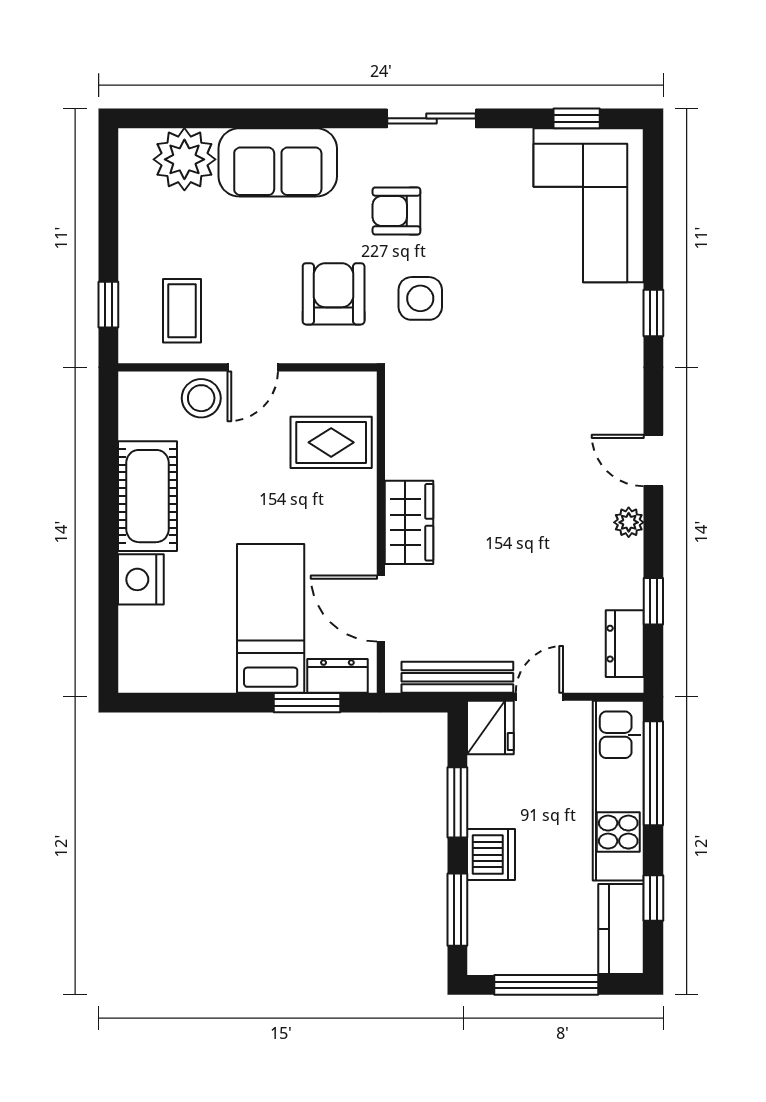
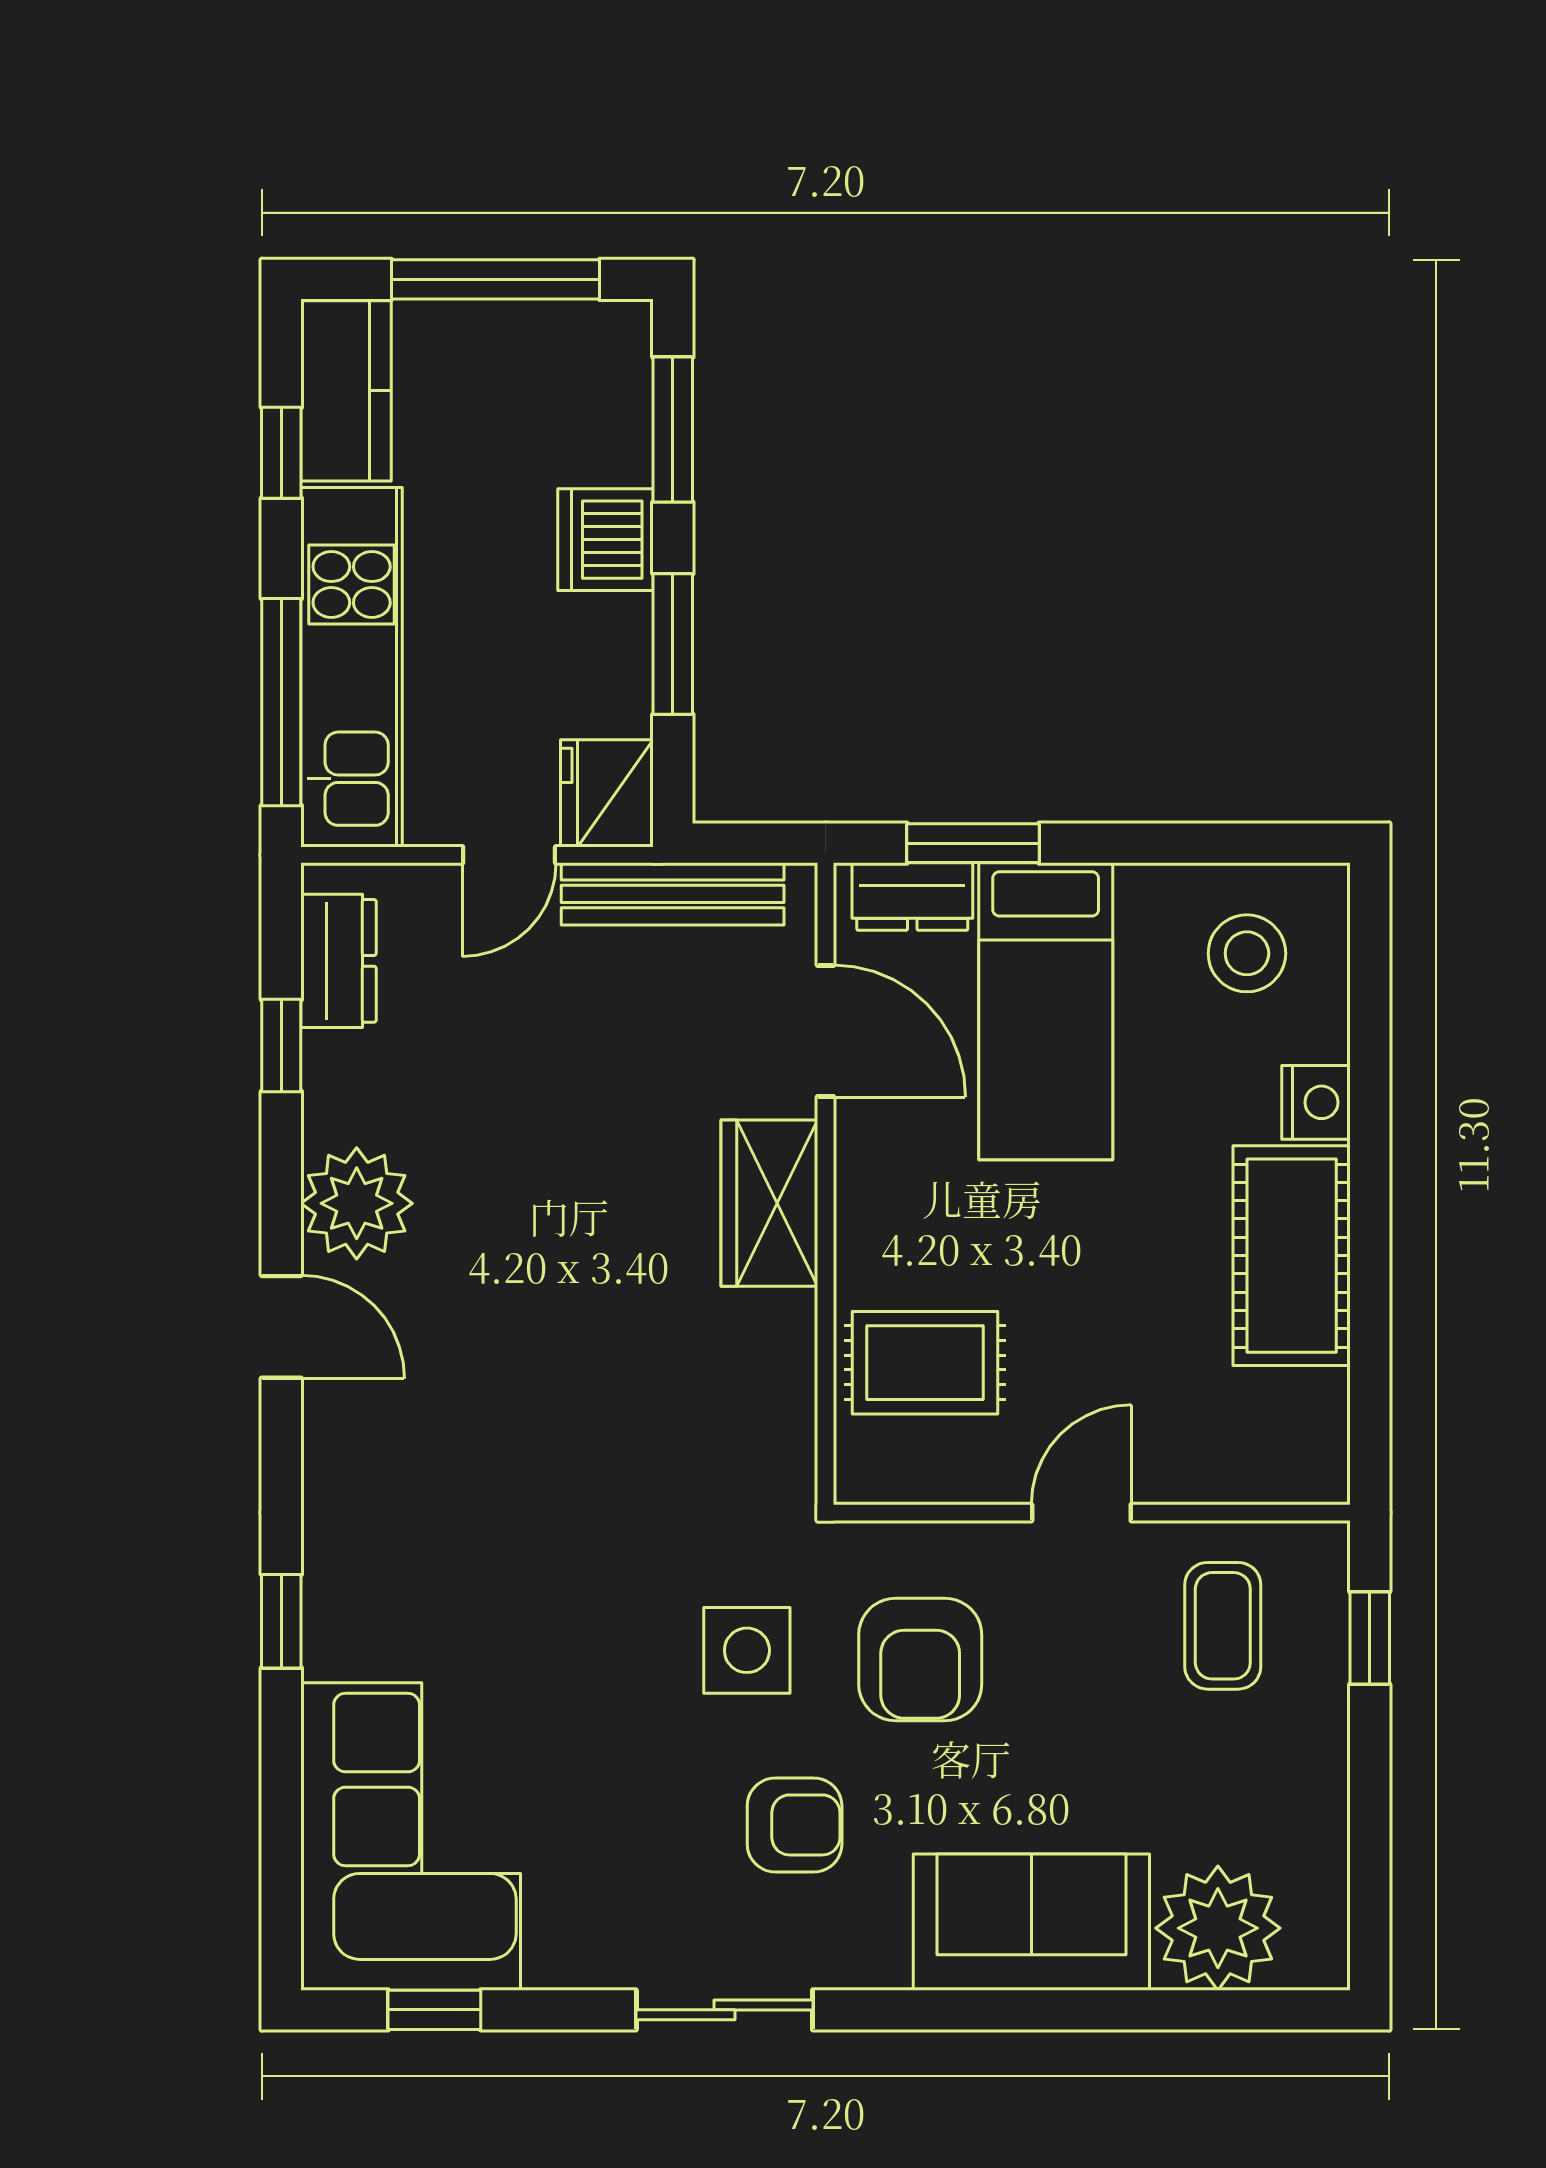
stool: (201, 398) -> (1247, 953), moved
plant: (629, 522) -> (357, 1203), width x1.88, depth x1.88
nightstand: (141, 579) -> (1316, 1102), width x0.74, depth x0.75

